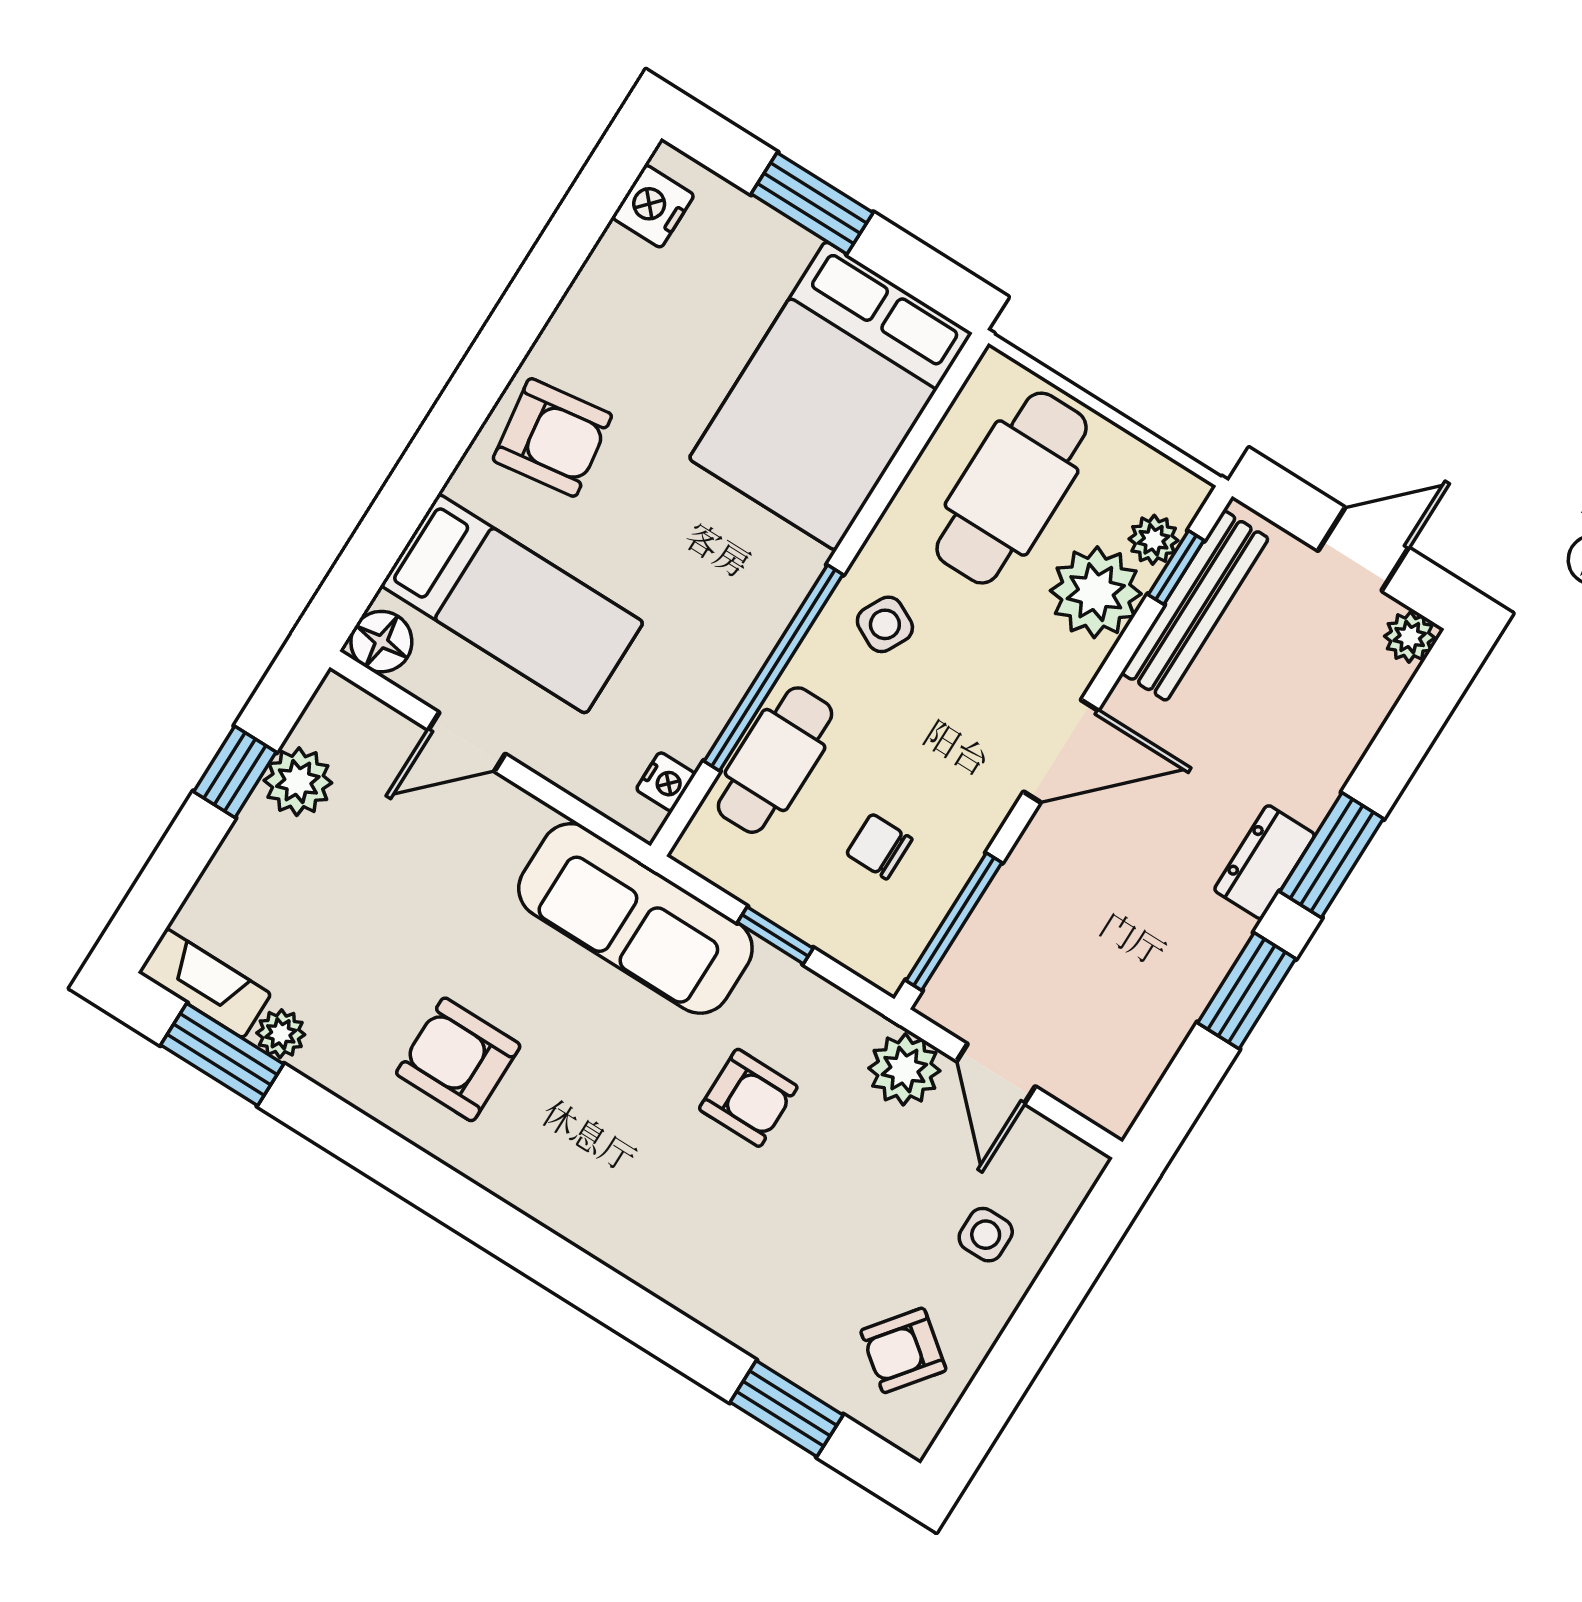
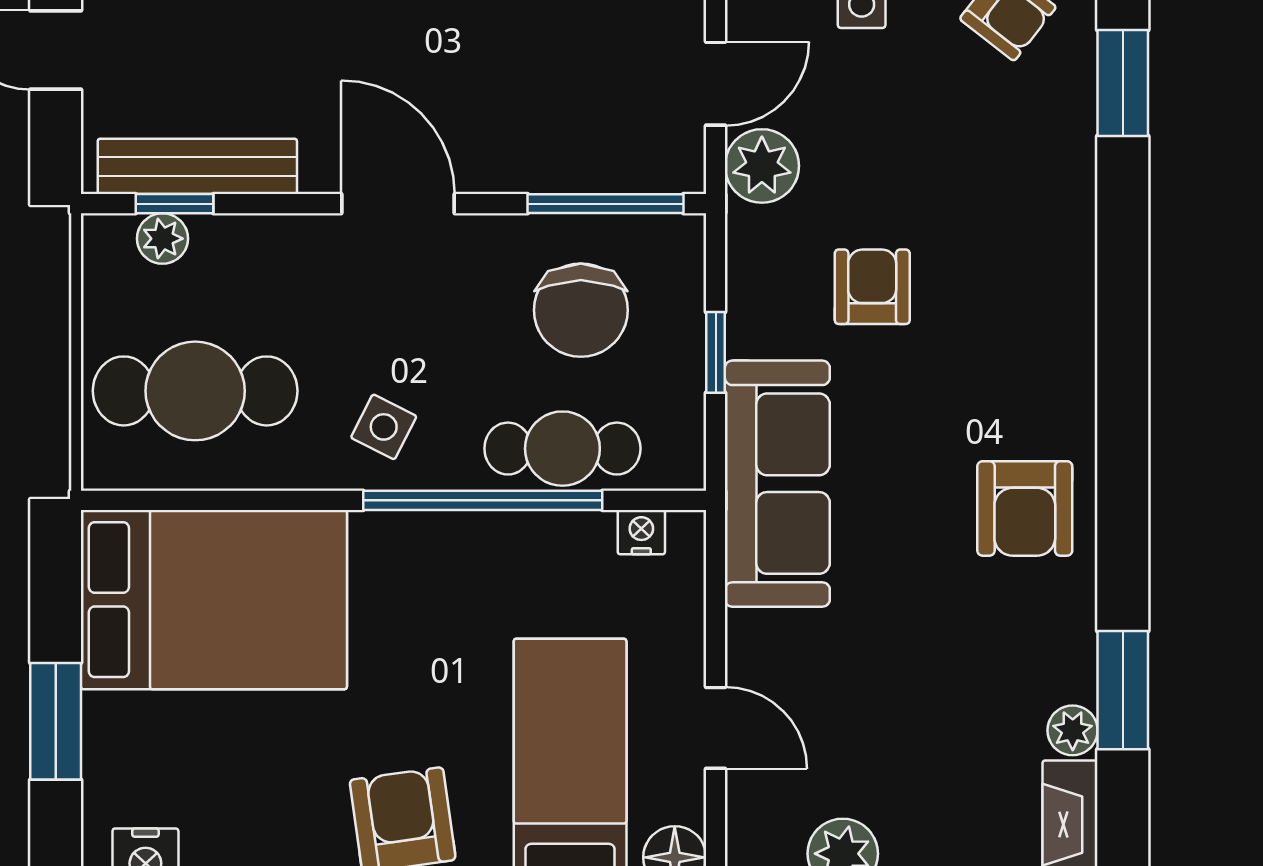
plant: (1096, 592) -> (240, 260), removed
chair: (879, 846) -> (581, 310), width x1.87, depth x1.87
window: (222, 1055) -> (1123, 690), moved
armchair: (458, 1059) -> (1025, 508), moved

